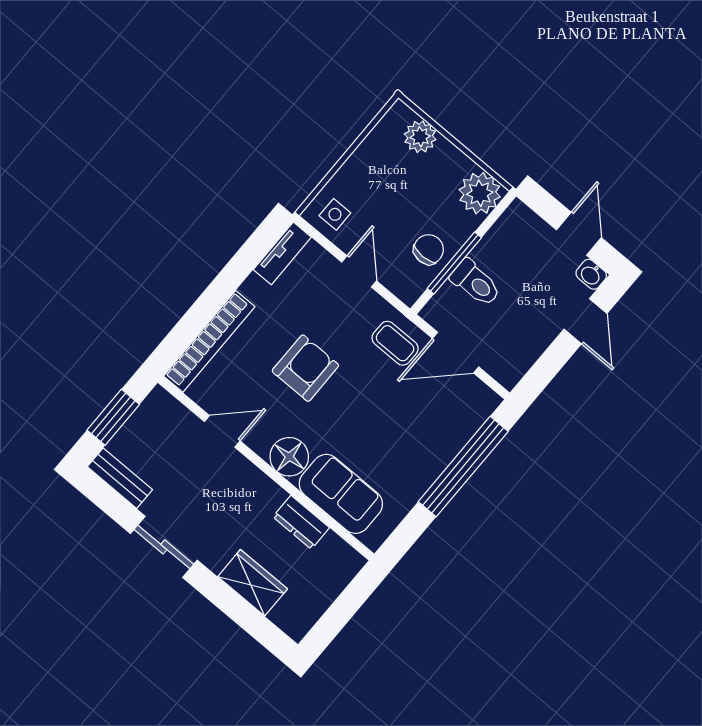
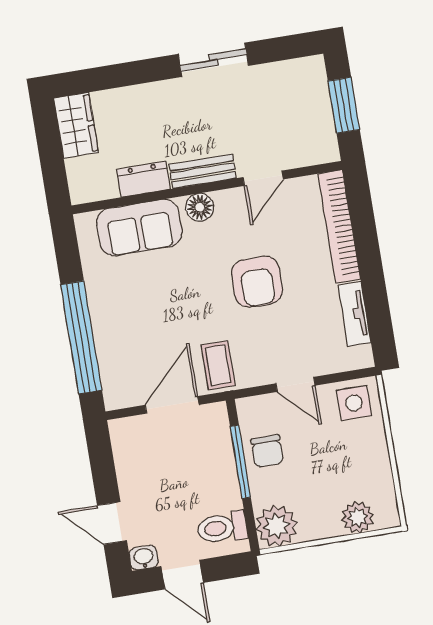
side table: (335, 214) -> (354, 403), width x1.37, depth x1.37
tv unit: (282, 253) -> (354, 314), moved
toilet: (476, 283) -> (222, 528), moved
coffee table: (395, 343) -> (218, 365), turned 90
floor lamp: (289, 457) -> (200, 207), width x0.73, depth x0.73
bench: (120, 478) -> (203, 171), moved
wardrobe: (253, 583) -> (76, 125), moved, turned -90

